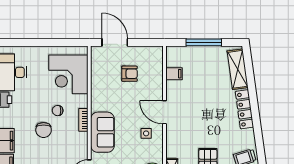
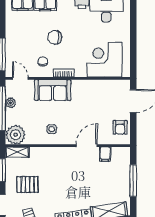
armchair: (130, 74) -> (120, 127), moved
chair: (58, 111) -> (43, 61), moved
door: (164, 112) -> (87, 146), moved

